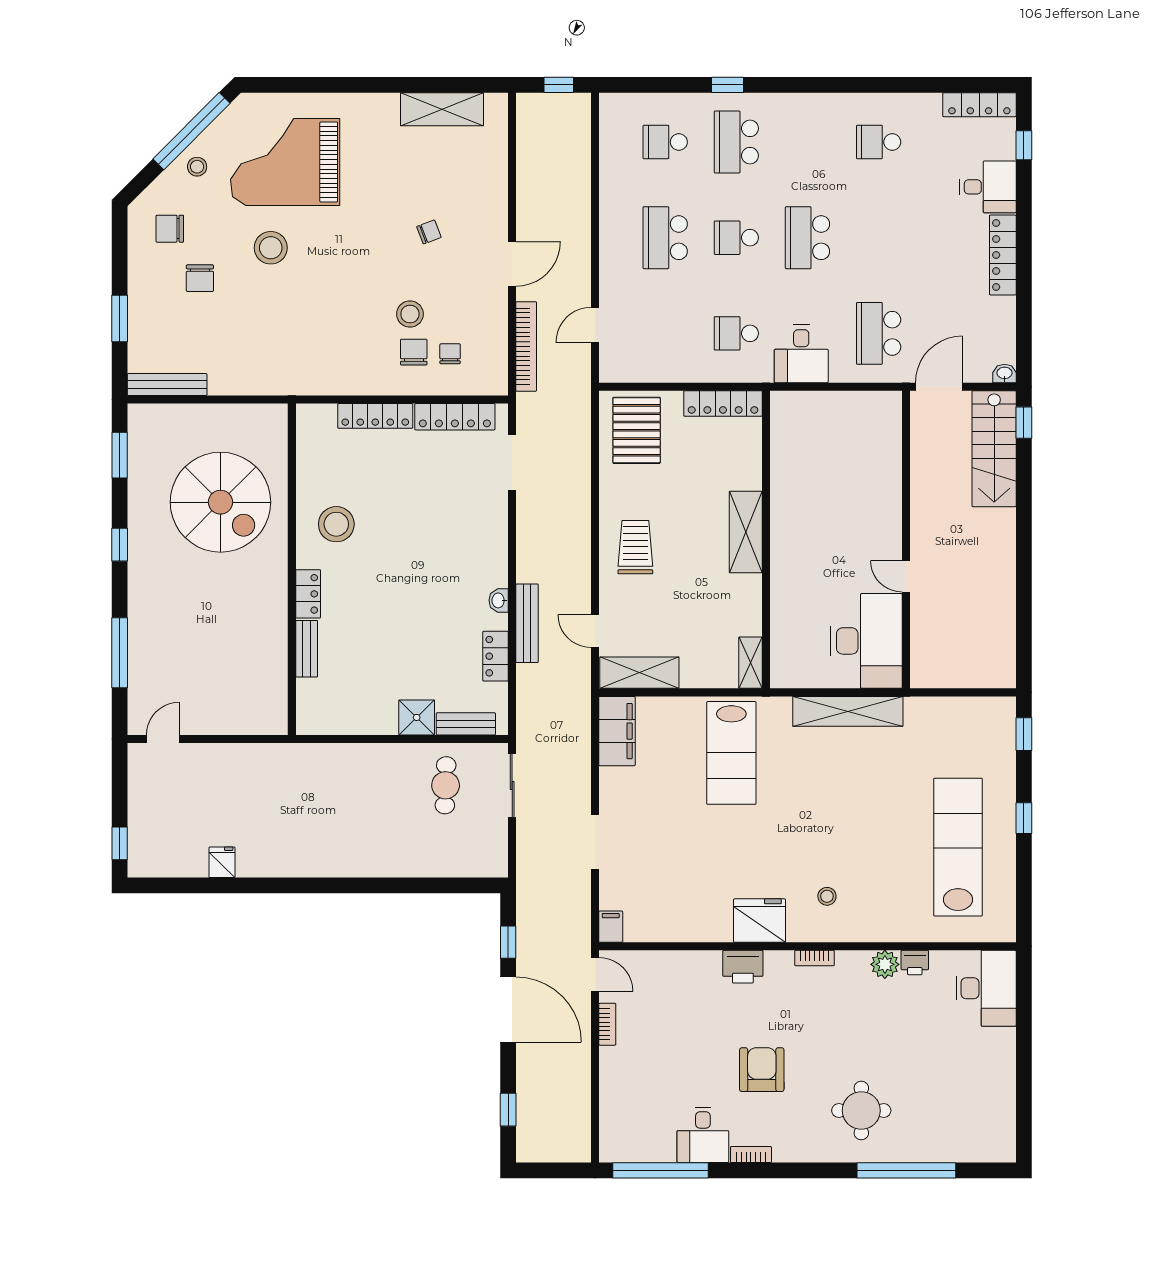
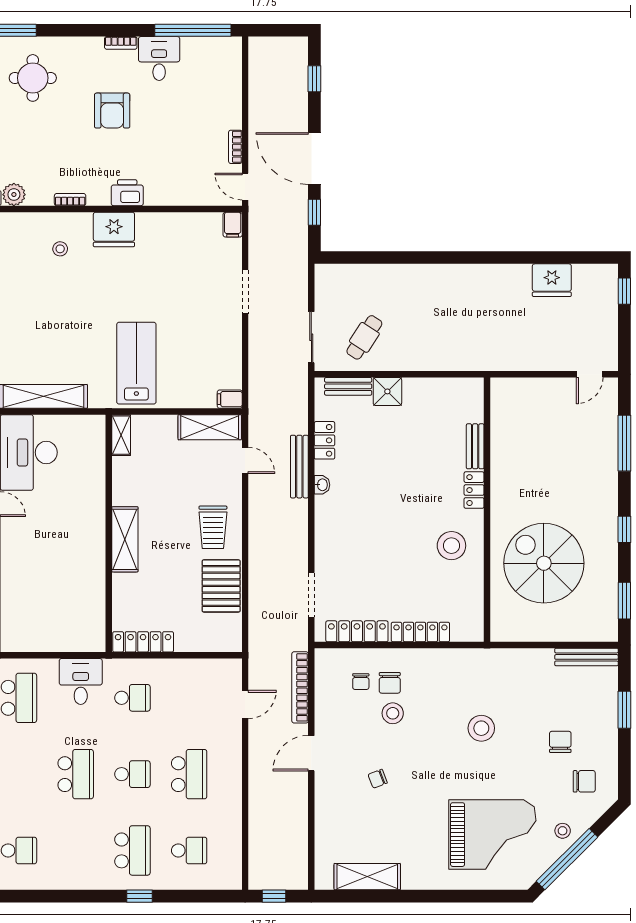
stool: (271, 248) -> (481, 728), moved
pallet: (637, 430) -> (221, 586), moved
filing cabinet: (617, 731) -> (230, 399), width x0.33, depth x0.86
cafe table: (446, 785) -> (364, 337), turned 31
fridge: (222, 862) -> (552, 280), width x1.88, depth x1.34

